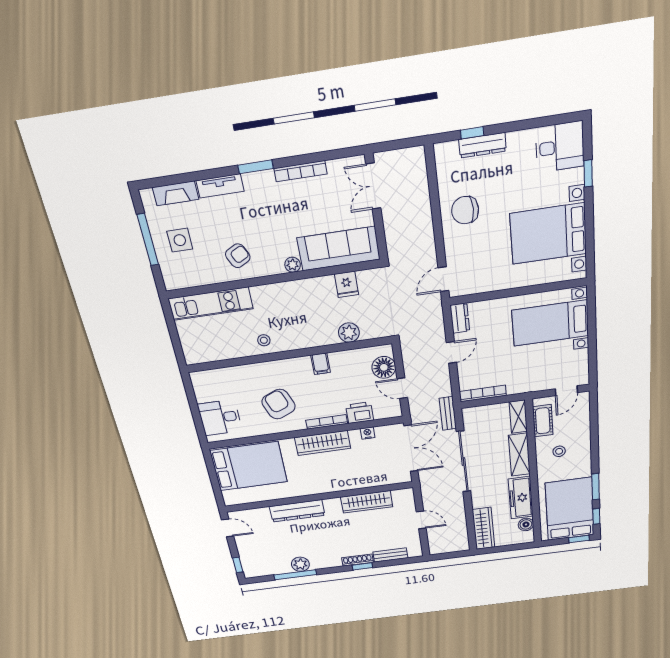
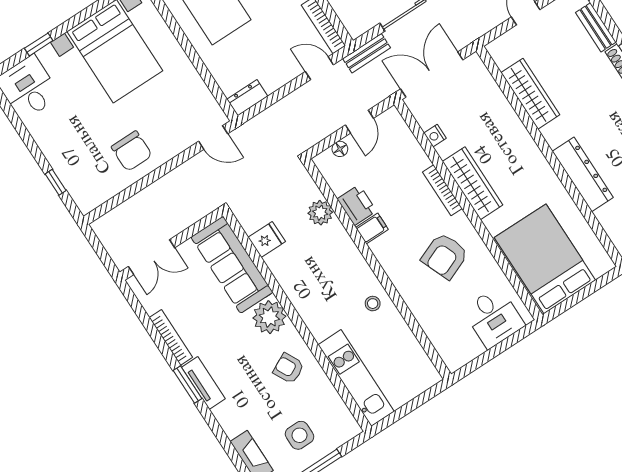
dresser: (482, 145) -> (62, 166), removed
tv unit: (220, 186) -> (203, 383), moved
plant: (293, 265) -> (269, 317), width x1.88, depth x1.88
door: (451, 352) -> (319, 68), moved
floor lamp: (384, 367) -> (340, 149), width x0.53, depth x0.53
printer: (360, 413) -> (357, 205), moved, turned 180

